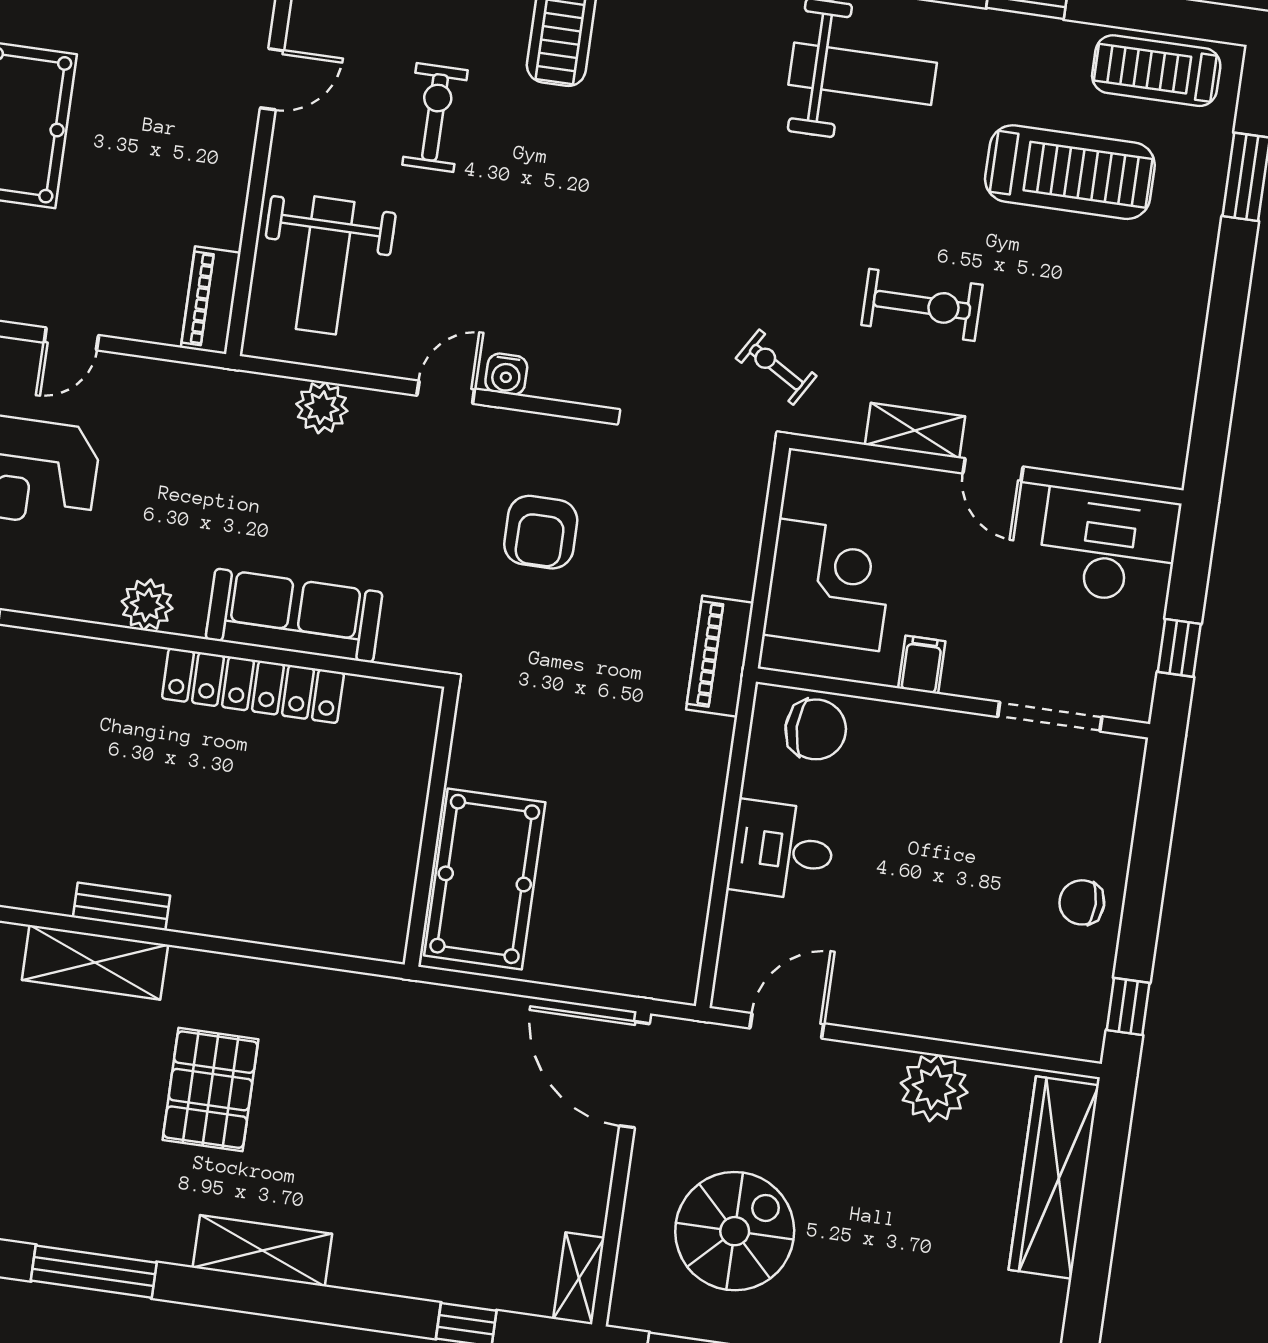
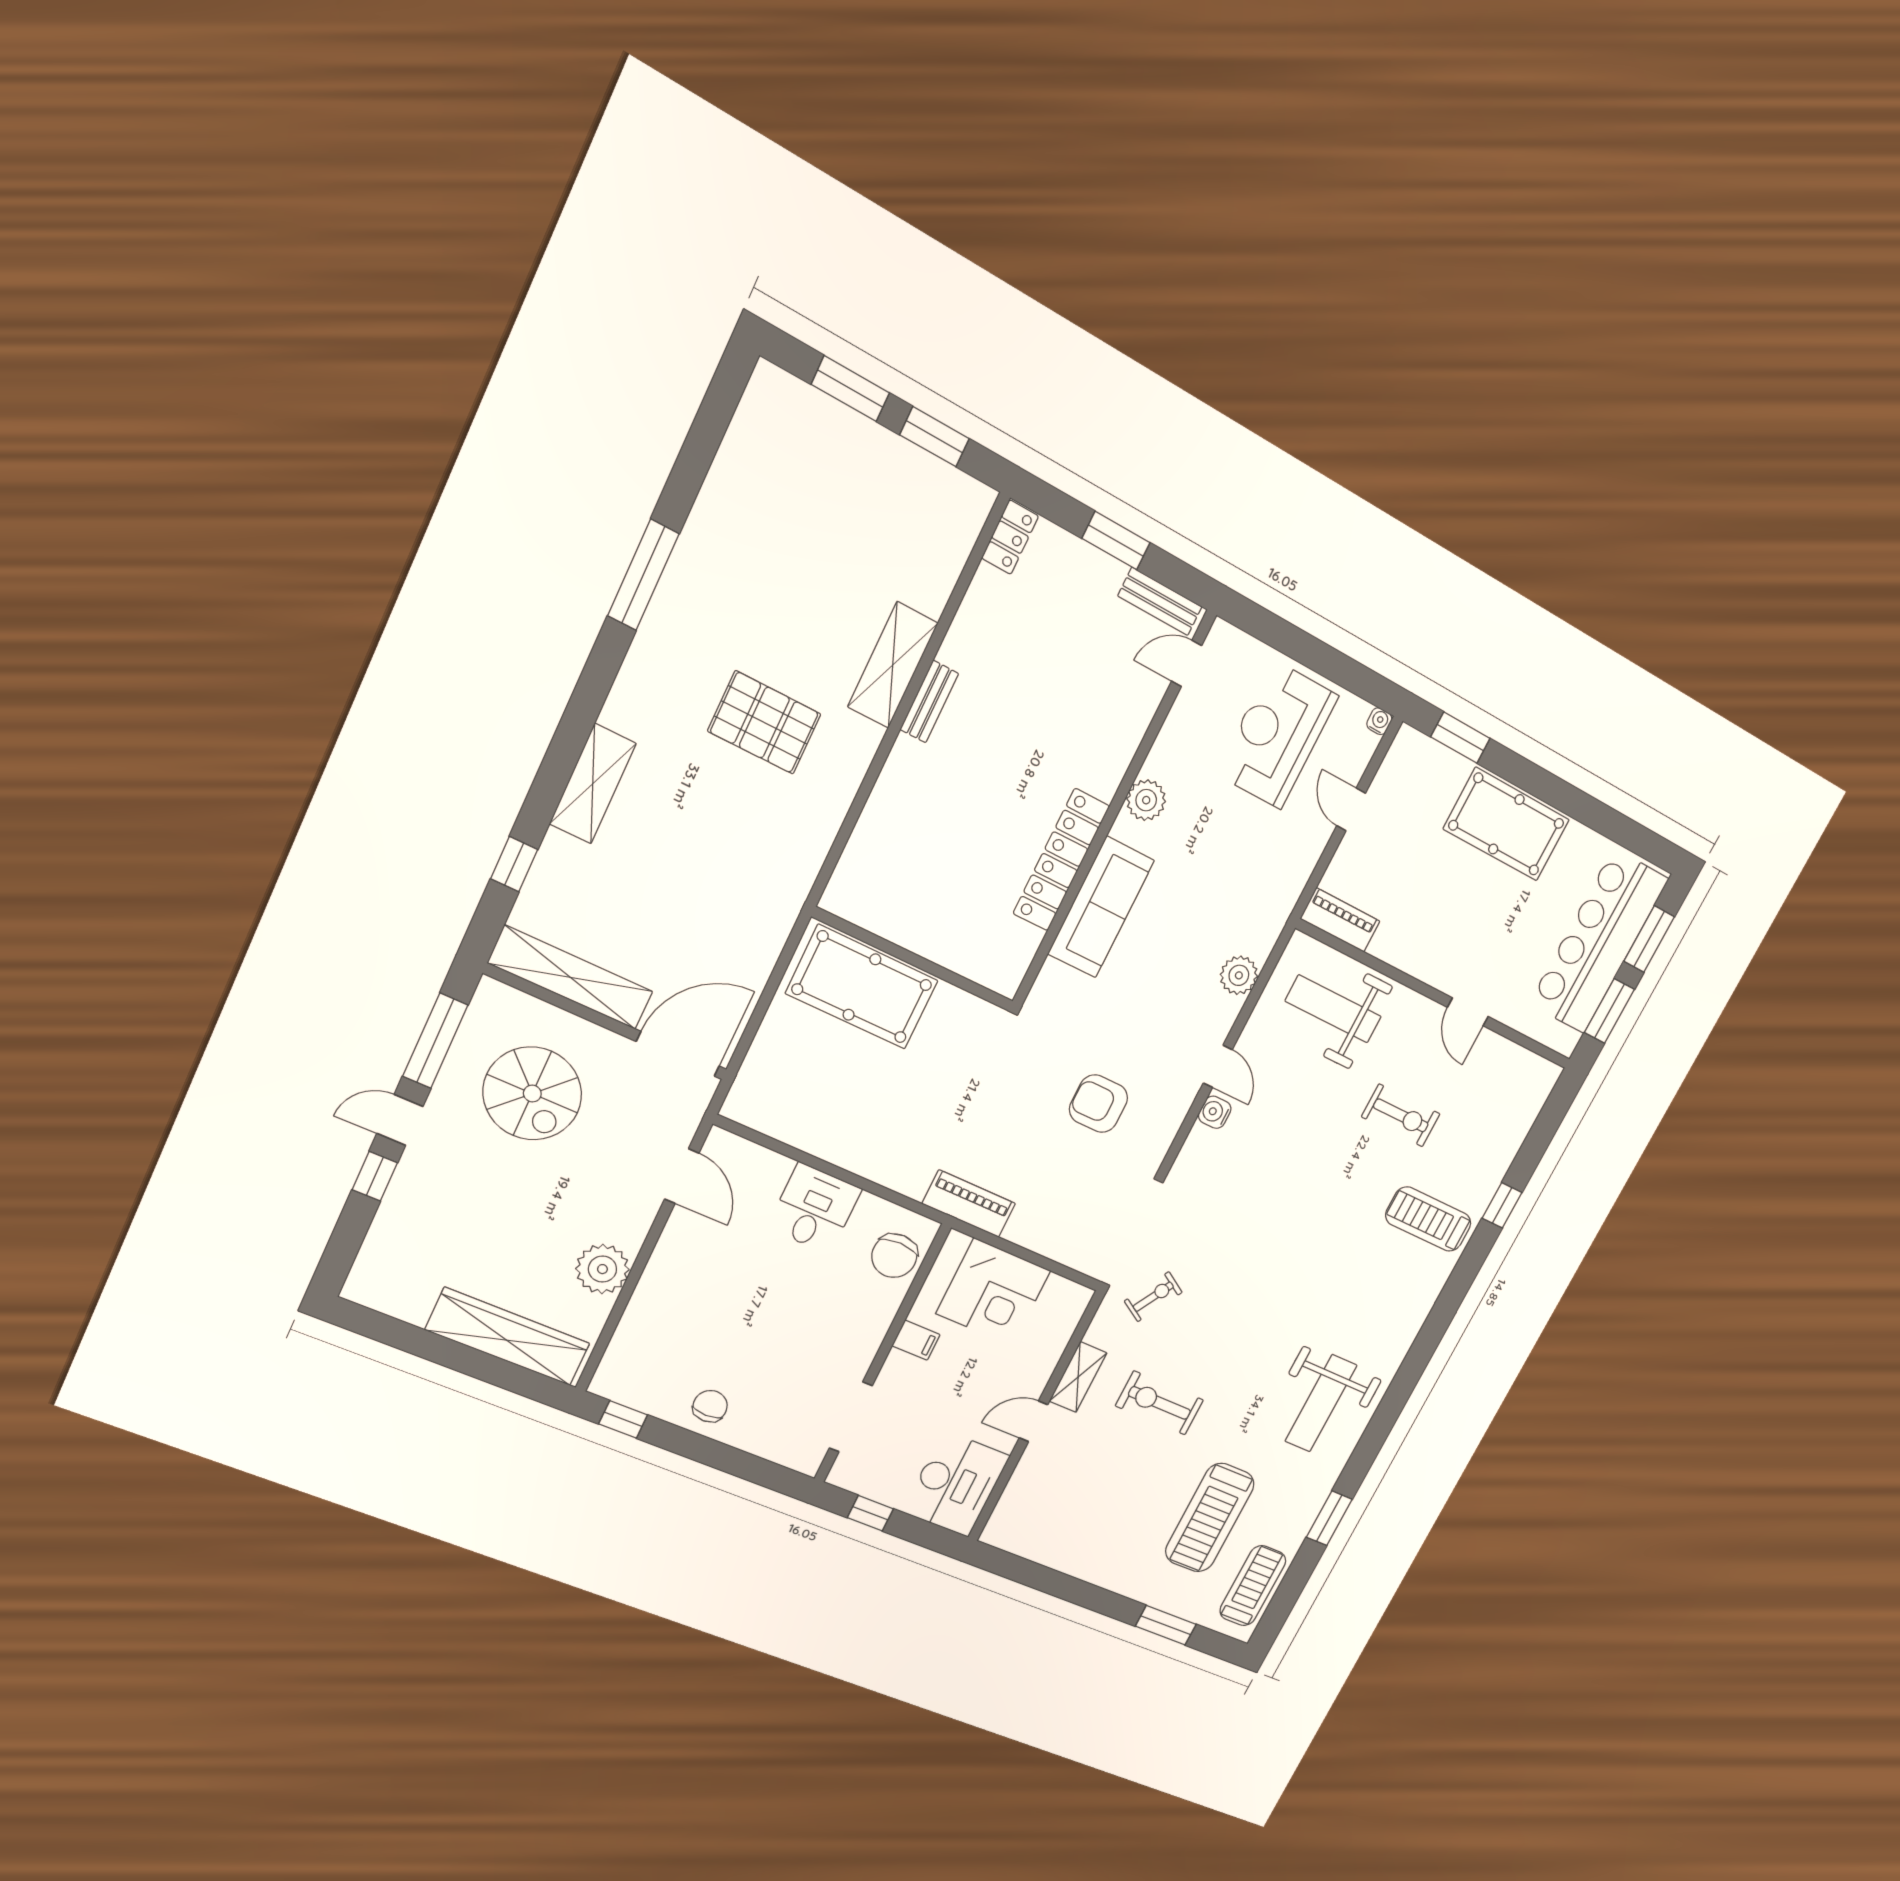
exercise bike: (922, 305) -> (1159, 1403), turned 90
shelving: (262, 1251) -> (593, 784), moved
shelving: (579, 1278) -> (571, 977), width x2.20, depth x1.33

